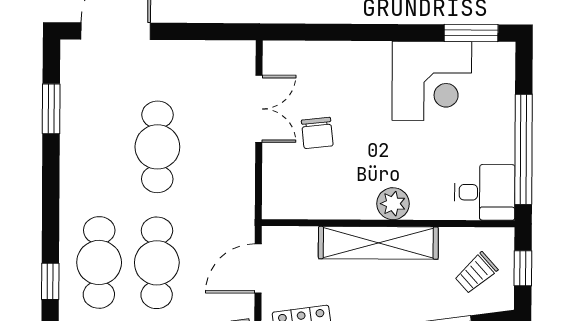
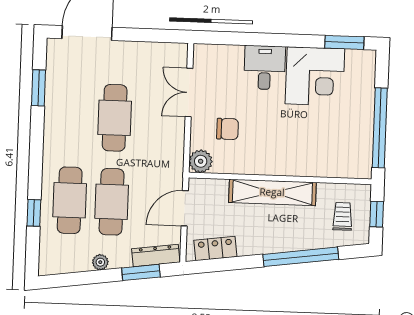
double door: (259, 109) -> (189, 93), swing flipped
chair: (317, 133) -> (227, 129), moved, turned -84
desk: (485, 192) -> (265, 68), moved, turned -90
plant: (393, 204) -> (201, 161), moved
trolley: (476, 273) -> (343, 216), turned 132

